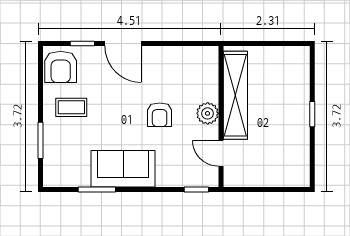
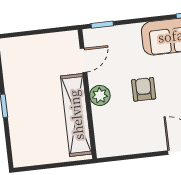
door: (221, 153) -> (83, 60), hinge flipped

